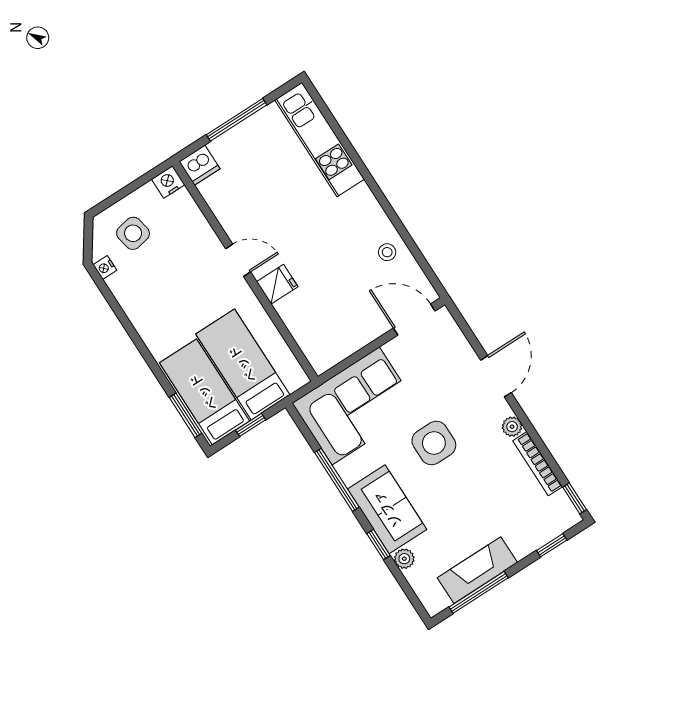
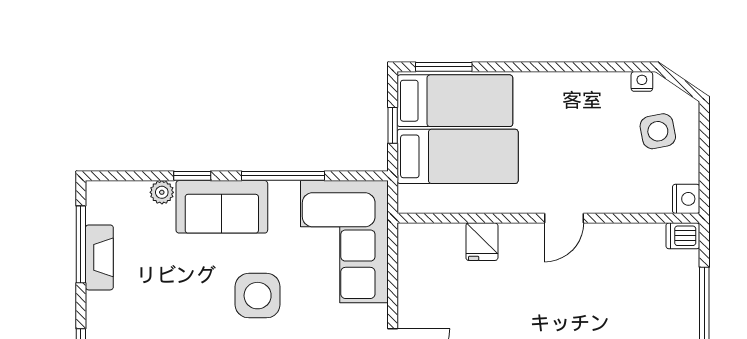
dishwasher: (200, 165) -> (683, 236), width x0.73
fridge: (277, 284) -> (482, 242), moved
fireplace: (477, 570) -> (99, 257), width x0.73, depth x0.76

